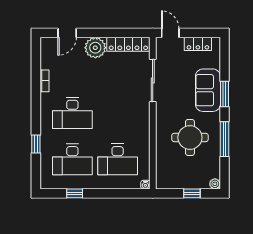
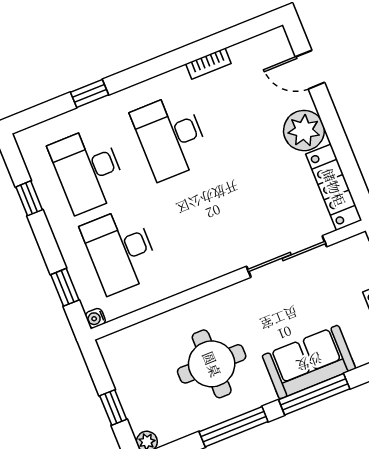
window: (224, 94) -> (314, 394), width x1.44
window: (125, 193) -> (65, 287), added

